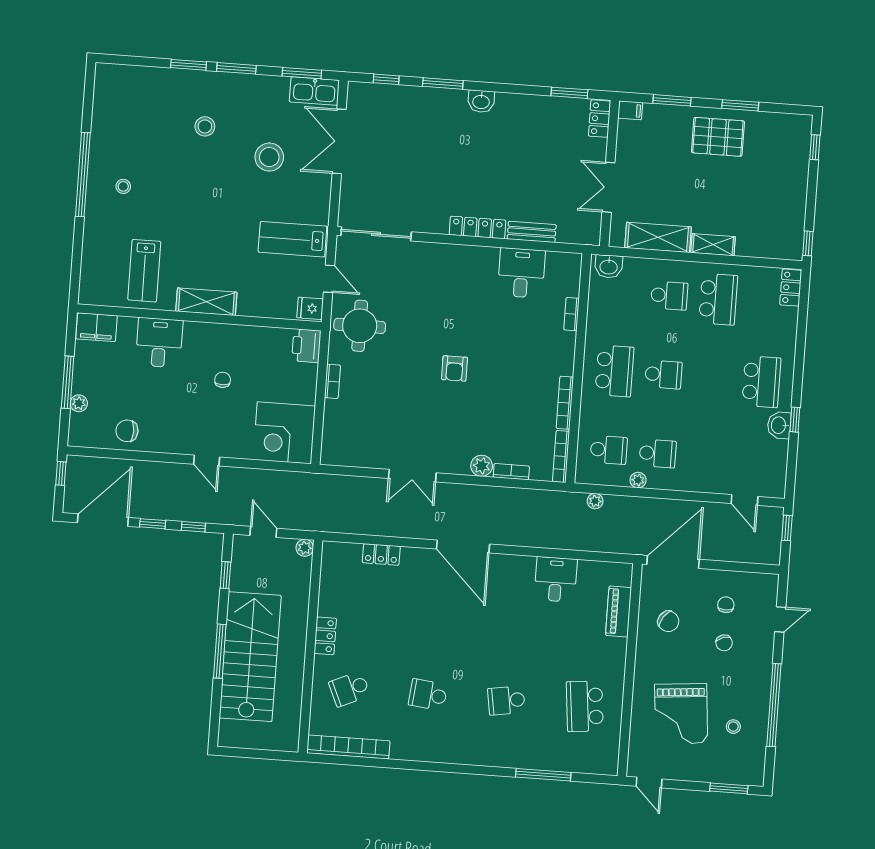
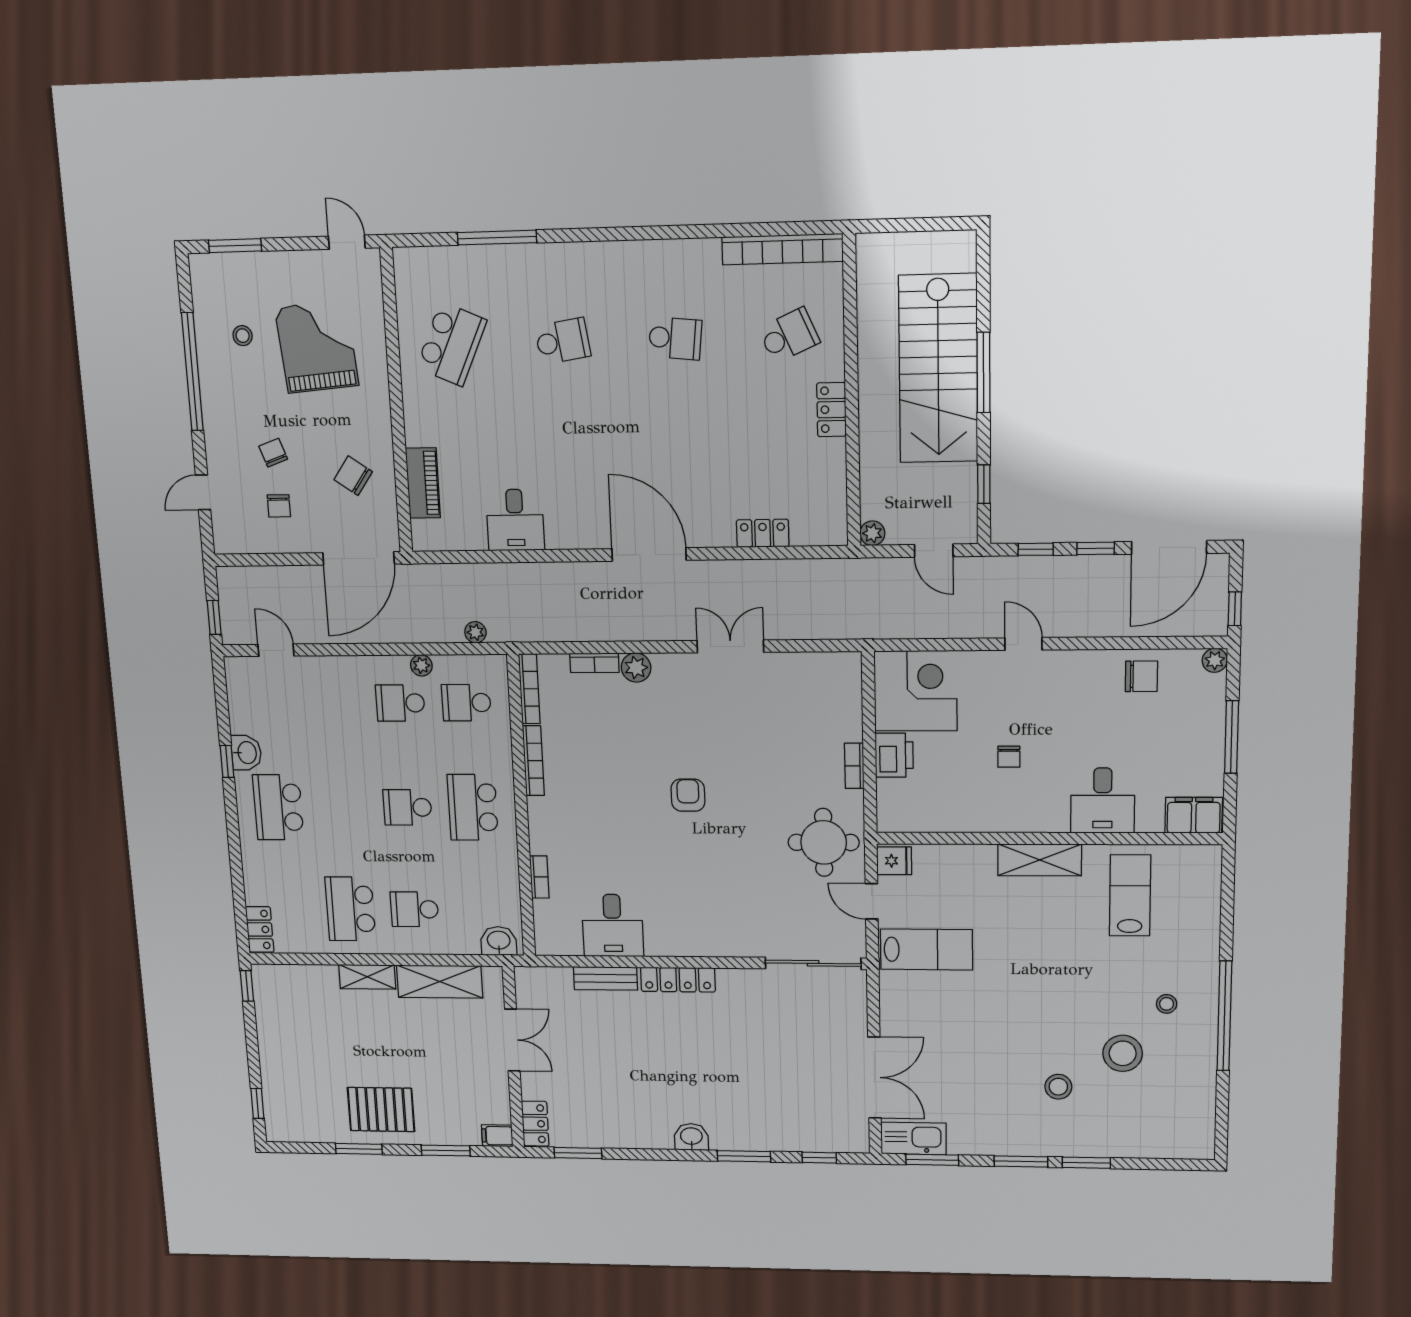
stool: (269, 157) -> (1123, 1053), moved
printer: (306, 346) -> (894, 755), moved
plant: (79, 403) -> (1215, 660), moved
school desk: (585, 706) -> (451, 344), turned 30

